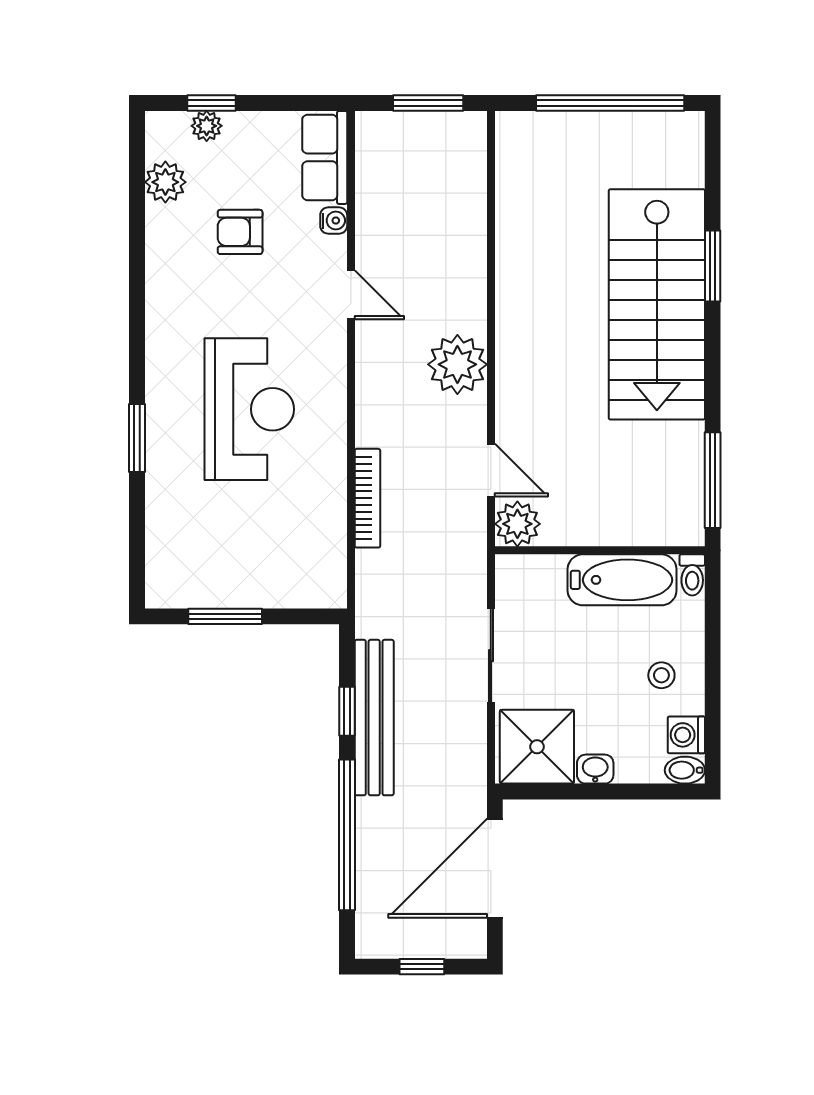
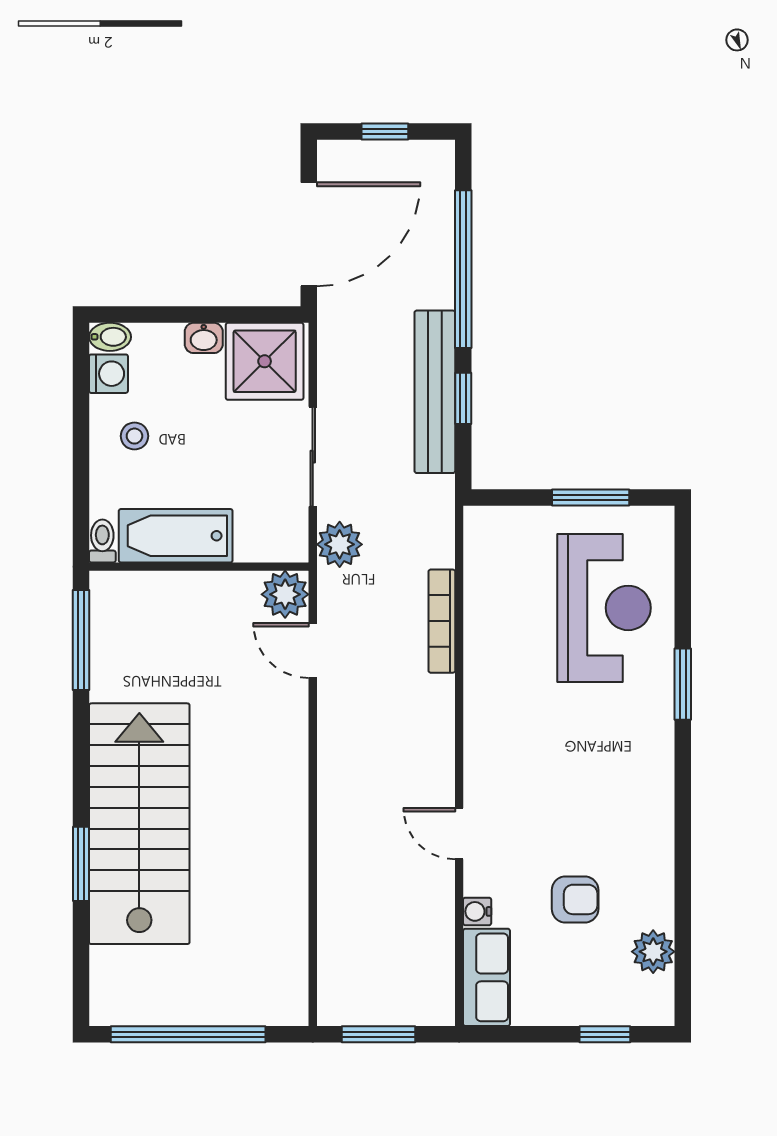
plant: (207, 126) -> (610, 1010), removed
plant: (457, 364) -> (340, 544), moved, width x0.73, depth x0.73
reception desk: (249, 409) -> (604, 608), moved, turned 180

